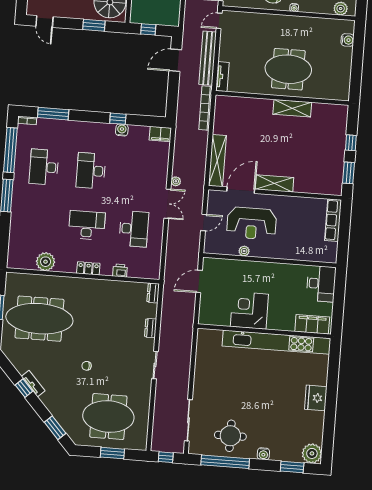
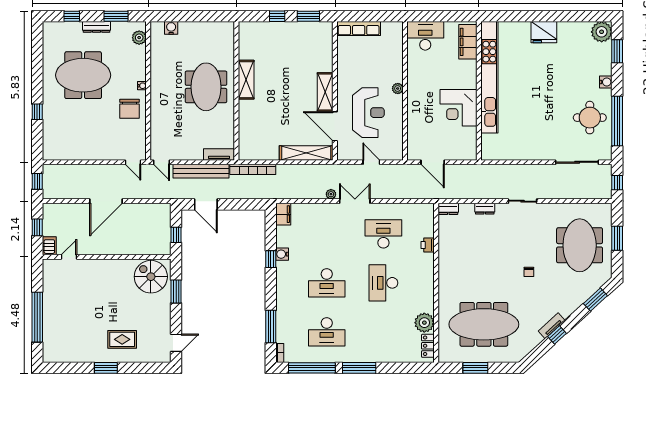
plant: (244, 251) -> (398, 88), moved
locker: (88, 268) -> (428, 346), moved
meeting table: (39, 319) -> (484, 324), turned 90

